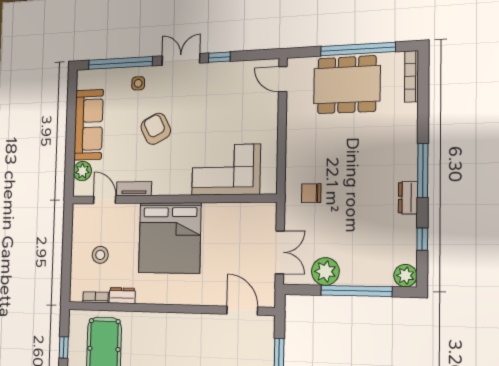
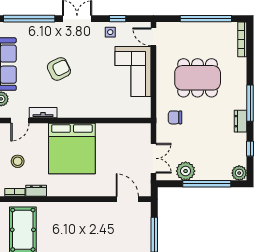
window: (219, 57) -> (118, 19), moved
side table: (138, 83) -> (110, 32), moved
dining table: (347, 85) -> (198, 78), moved
armchair: (156, 129) -> (59, 69), turned 91
corner sofa: (226, 170) -> (133, 72), moved, turned -90
door: (105, 200) -> (20, 121), swing flipped

